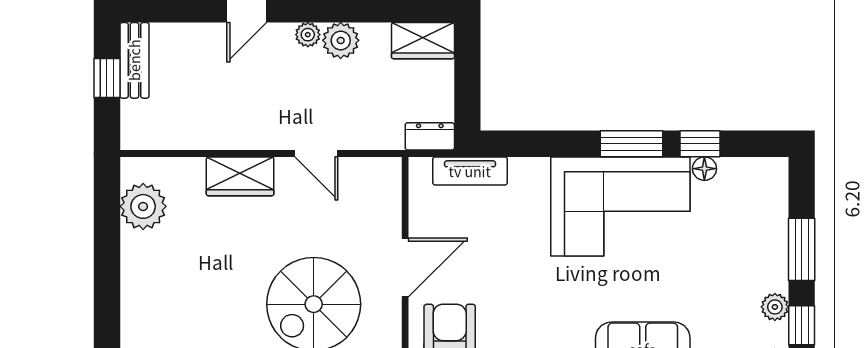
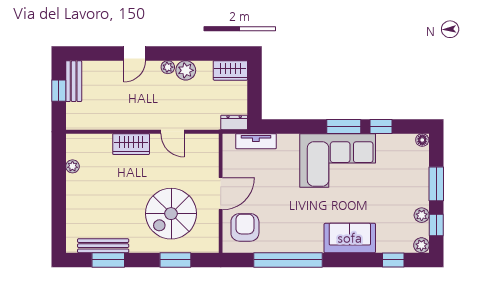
floor lamp: (704, 169) -> (422, 140), moved
plant: (143, 206) -> (72, 166), width x0.53, depth x0.53

